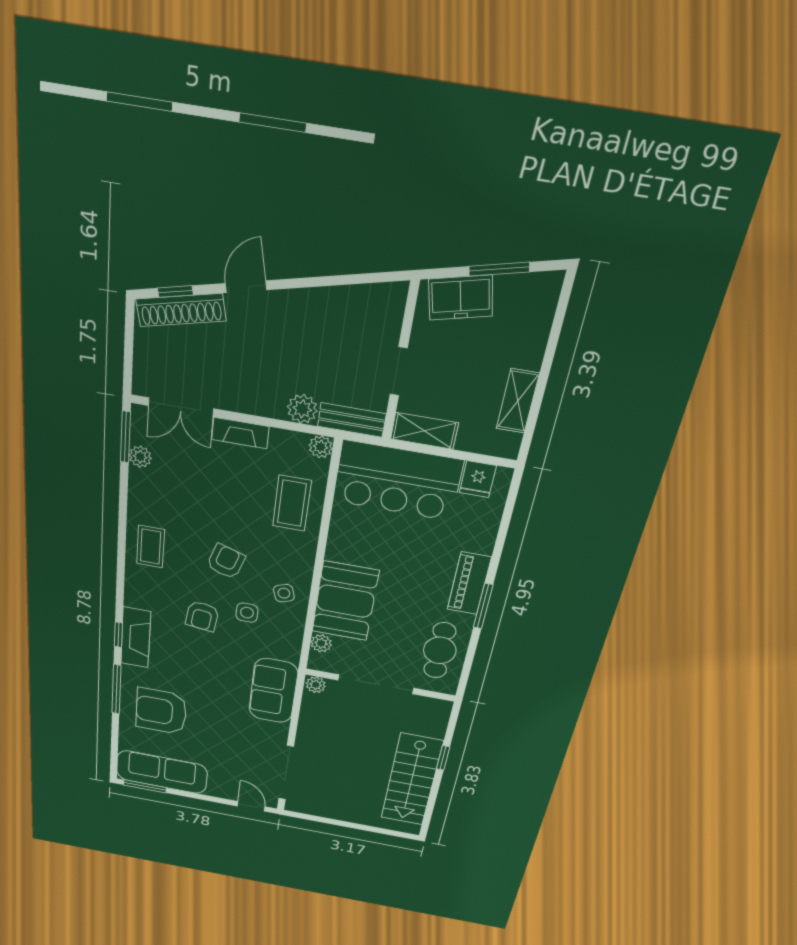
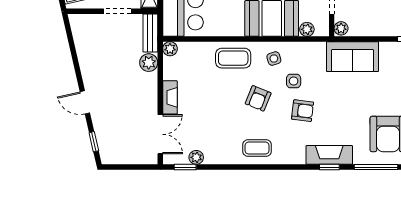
shoe rack: (181, 310) -> (104, 138), removed
window: (125, 437) -> (185, 167), width x0.67
coffee table: (292, 503) -> (233, 58), moved
armchair: (226, 561) -> (258, 98), turned -86

